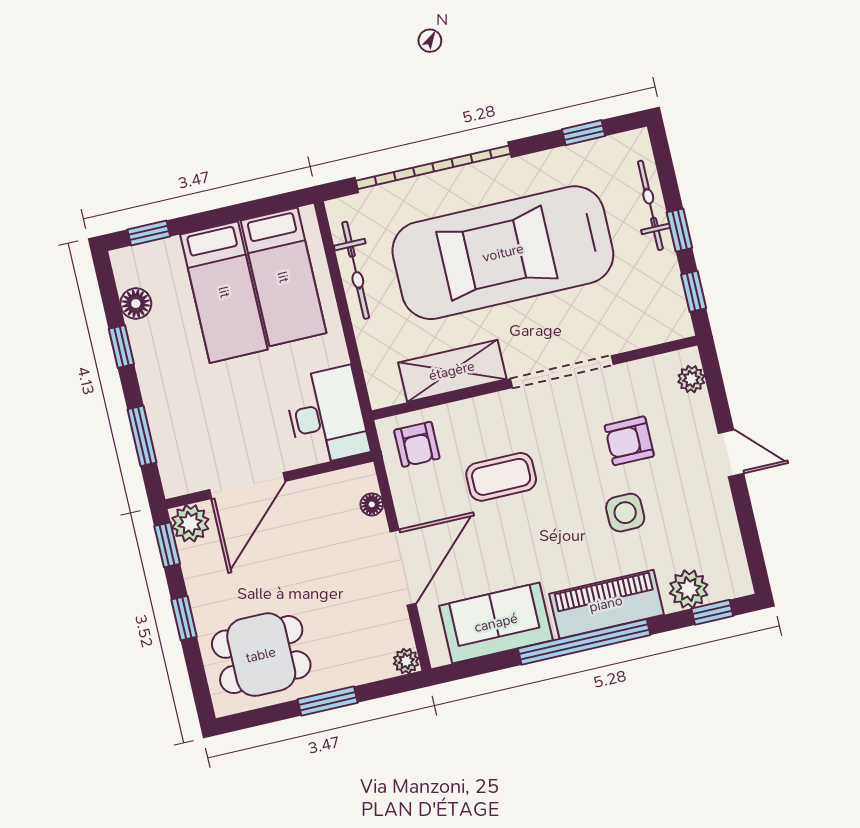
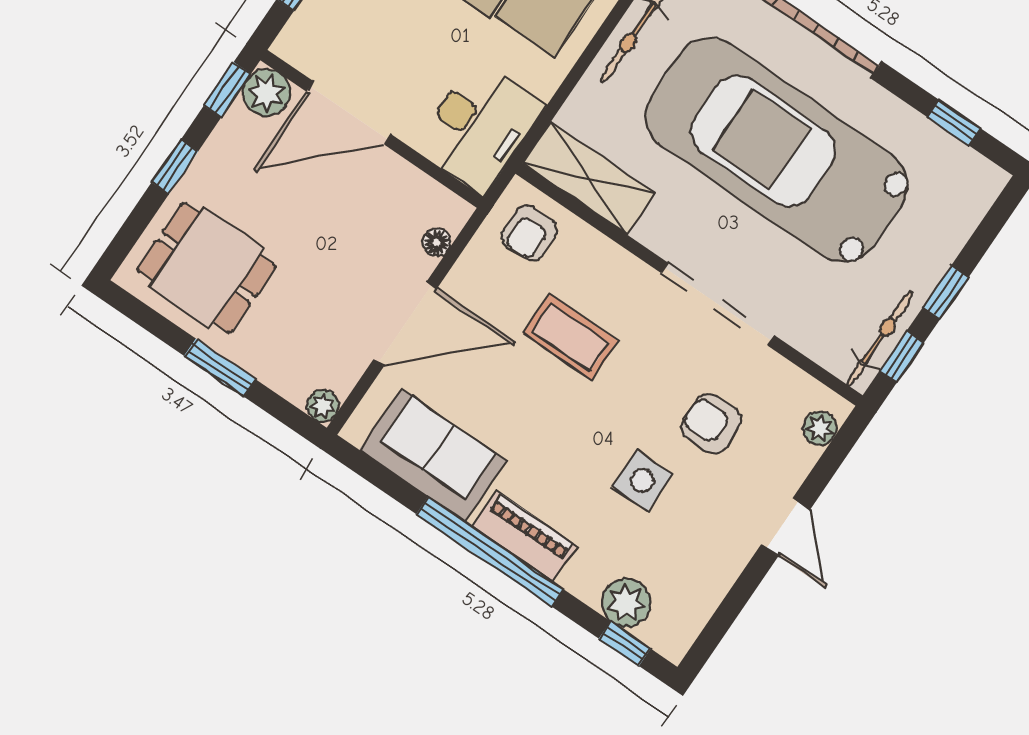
bicycle: (650, 205) -> (880, 339), moved
shelving: (452, 371) -> (589, 178), moved
piano: (606, 604) -> (524, 536), width x0.73, depth x0.75

